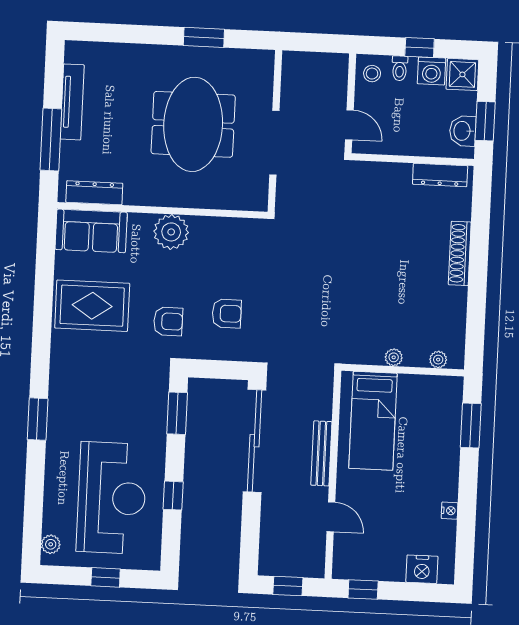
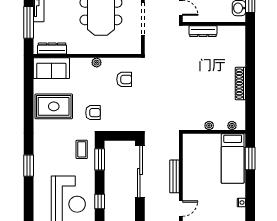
dresser: (440, 175) -> (203, 31), moved
plant: (171, 232) -> (97, 63), width x0.53, depth x0.53
shoe rack: (460, 253) -> (240, 84), moved
armchair: (227, 314) -> (124, 79), moved
coffee table: (143, 392) -> (82, 149), added
bed: (373, 421) -> (233, 158), moved
door: (331, 517) -> (181, 209), hinge flipped

